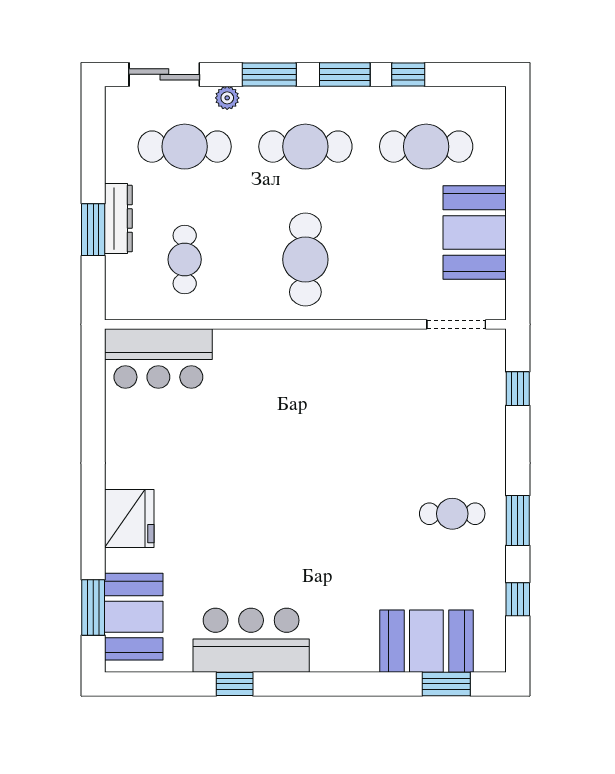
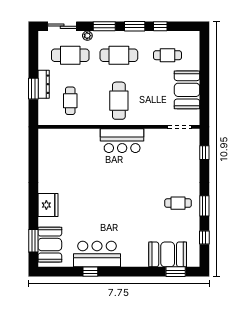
cafe table: (426, 147) -> (168, 55), width x0.73, depth x0.74
bar counter: (158, 359) -> (122, 141), moved

